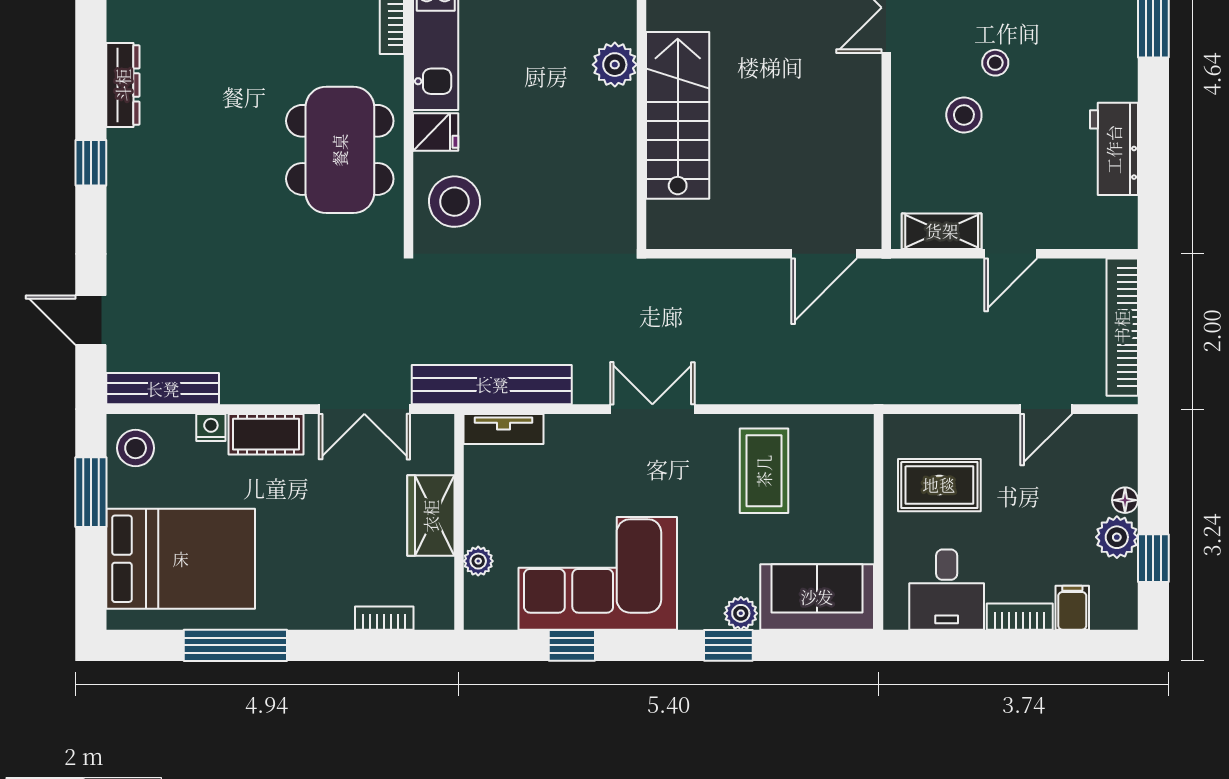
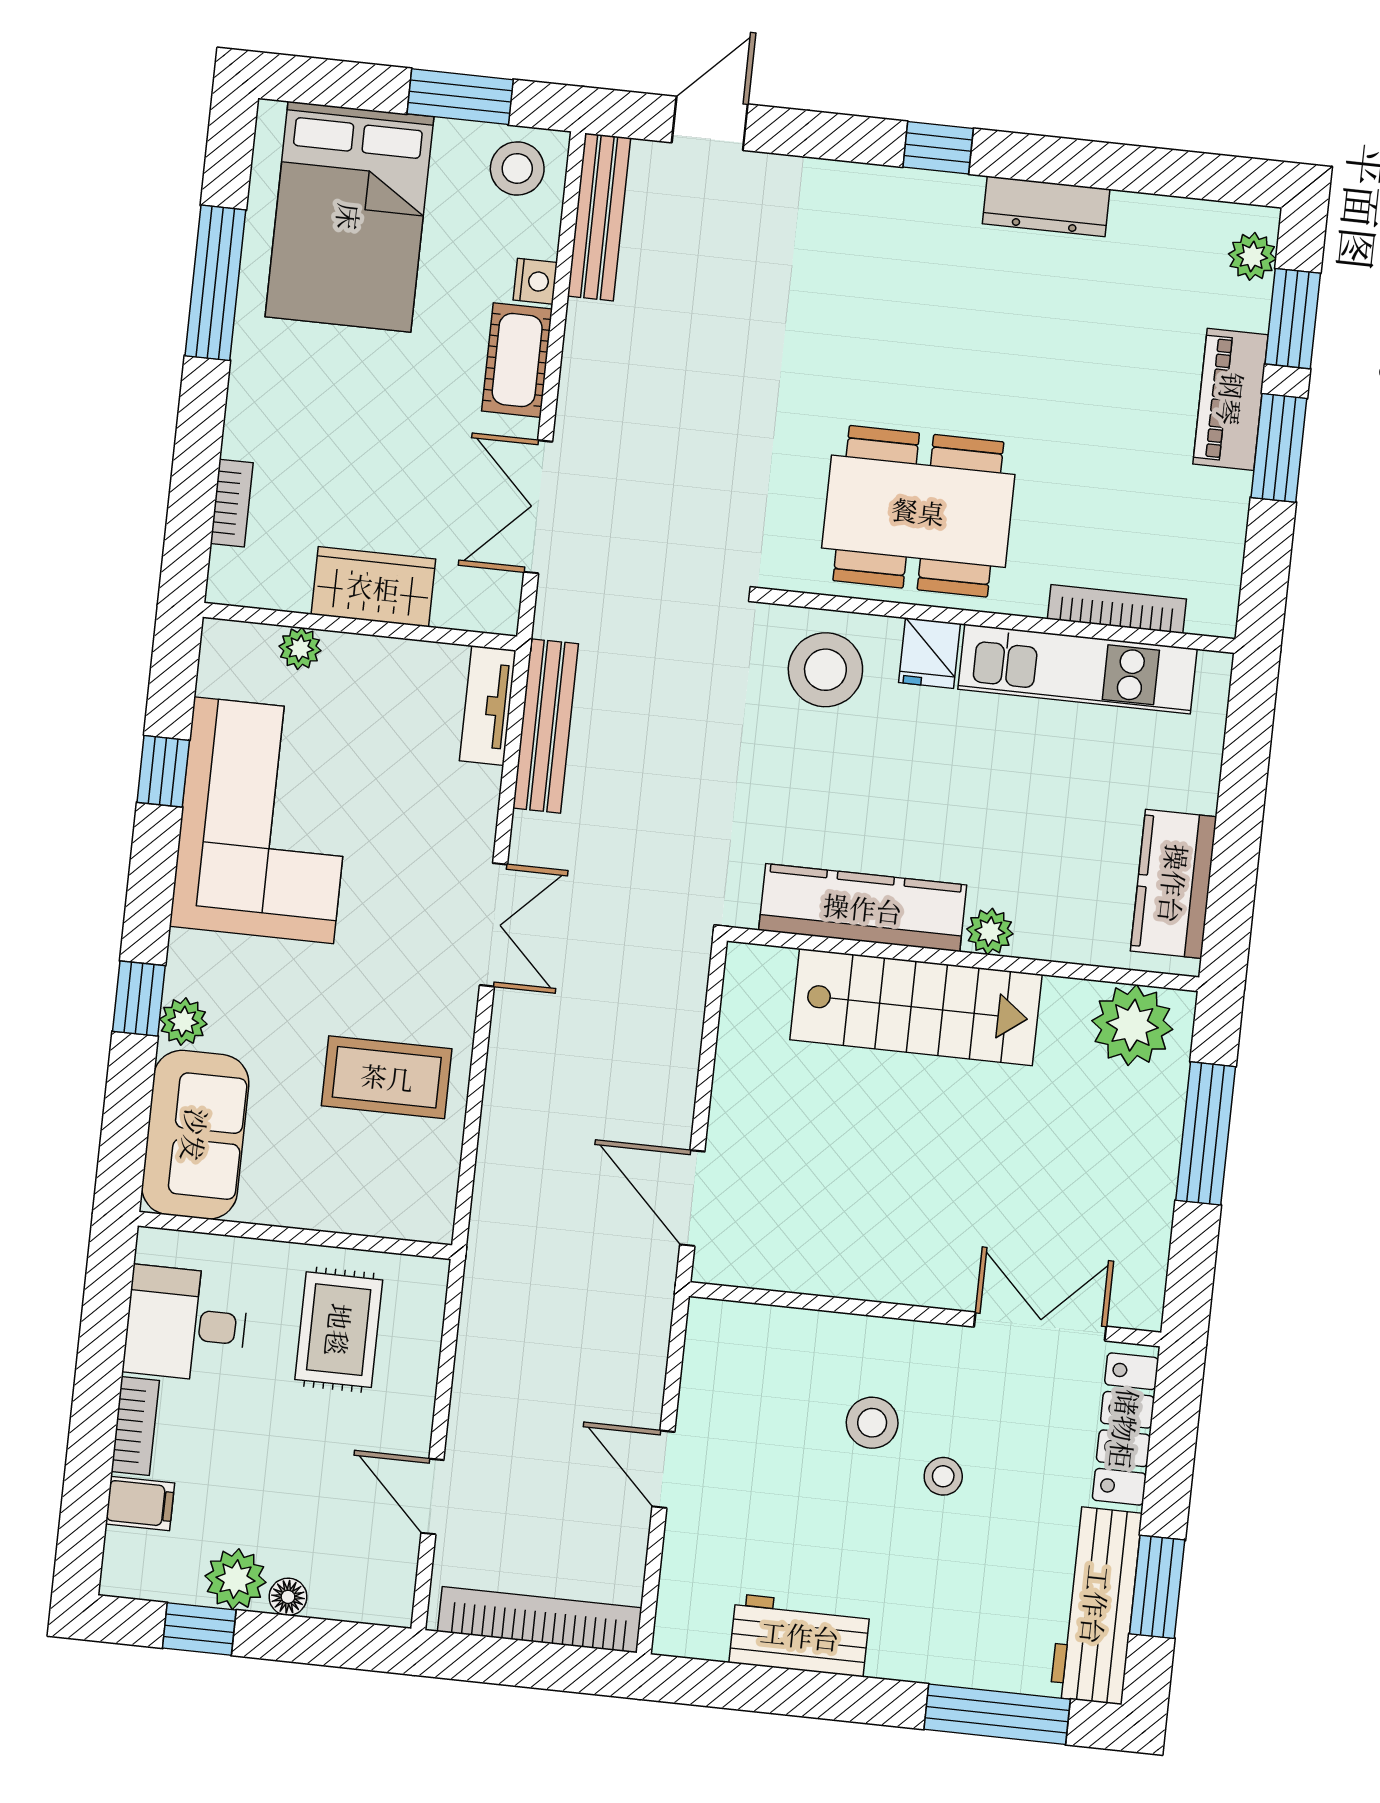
plant: (615, 65) -> (990, 931), width x0.73, depth x0.73
kitchen counter: (614, 159) -> (863, 908), added
shelving: (942, 231) -> (707, 1372), removed
bench: (492, 385) -> (546, 726), width x0.73, depth x0.82

